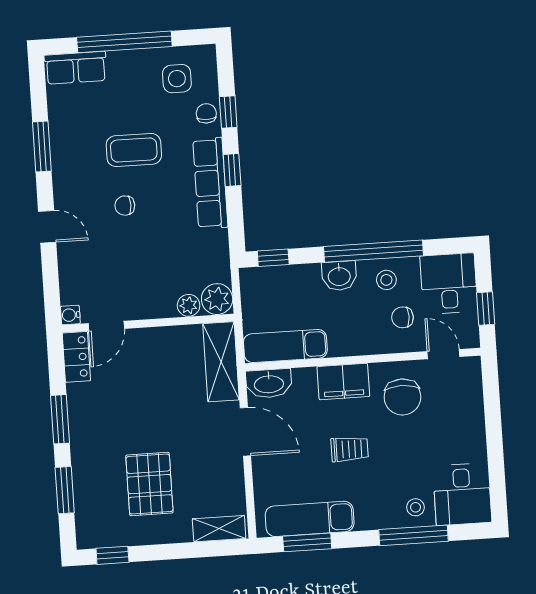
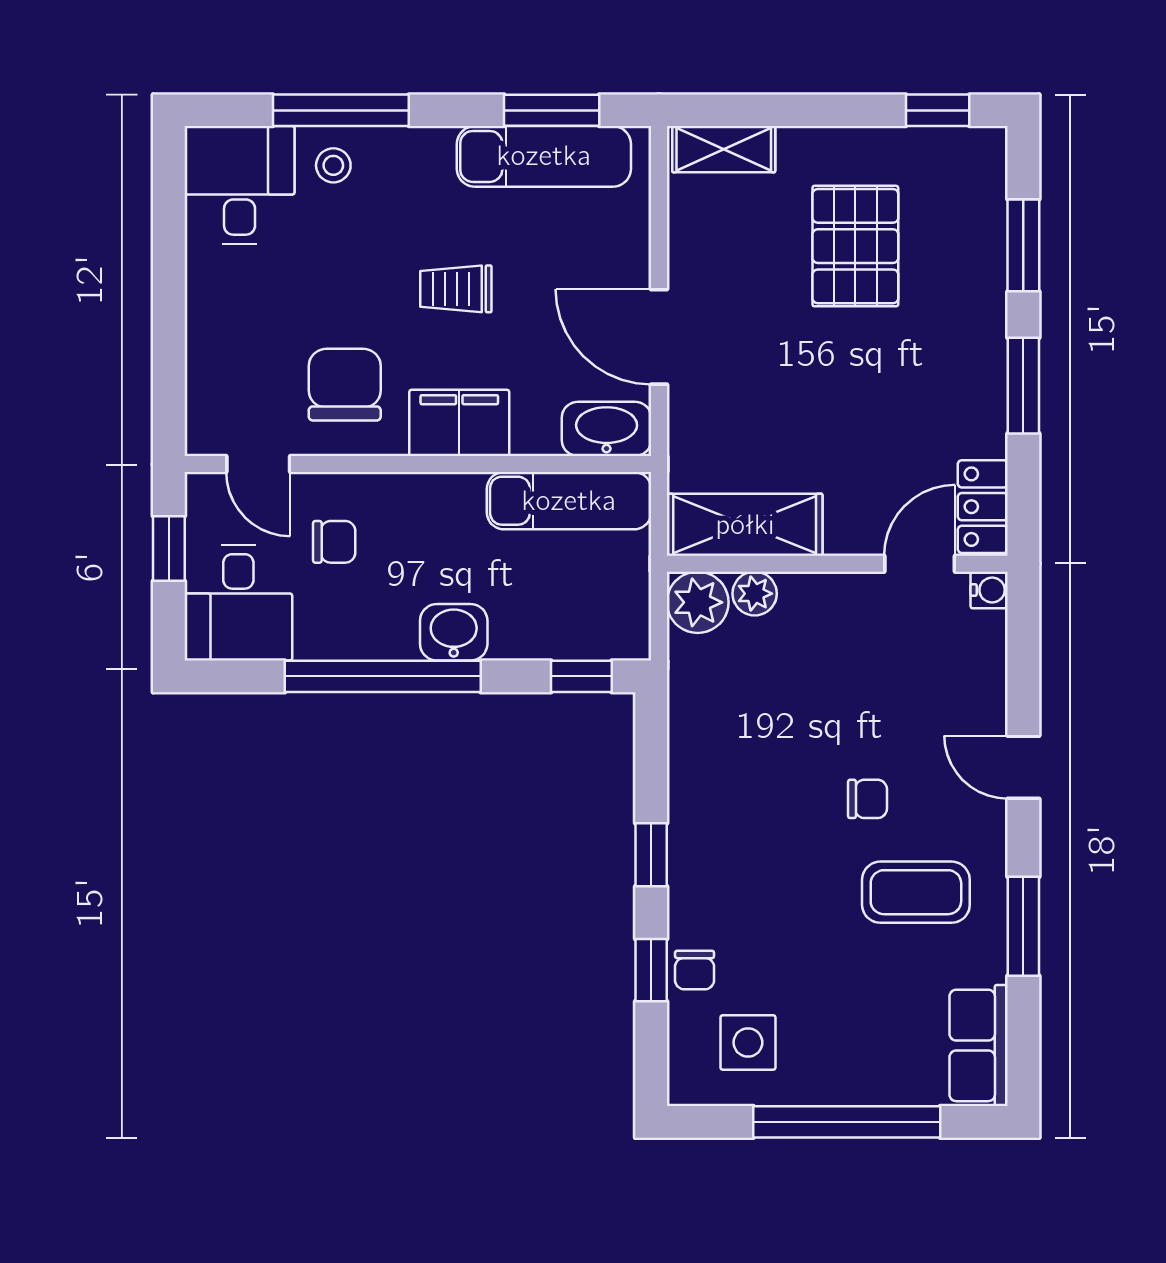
row of seats: (76, 68) -> (979, 1045), moved, turned -90
coffee table: (134, 150) -> (916, 892), moved
row of seats: (210, 183) -> (696, 832), removed
stool: (386, 280) -> (361, 618), removed
shelving: (221, 362) -> (745, 525), moved, turned 90

